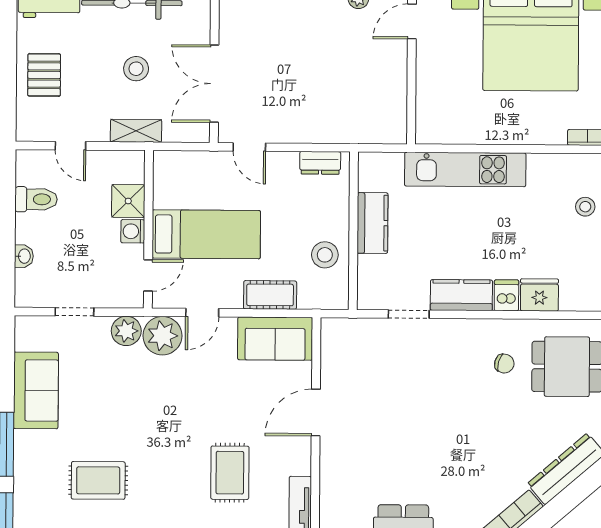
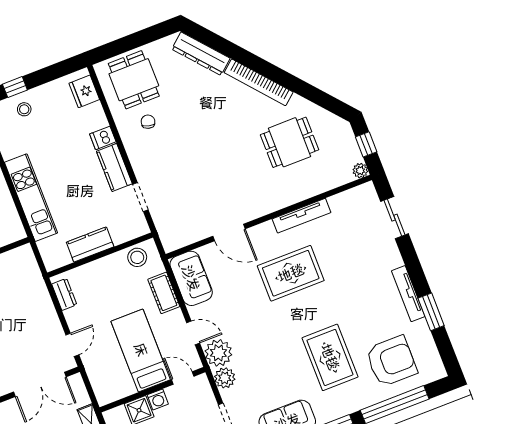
stool: (325, 255) -> (137, 257), moved
fridge: (539, 295) -> (84, 91), moved
rug: (230, 473) -> (291, 273), width x1.36, depth x1.43
rug: (98, 480) -> (330, 357), width x1.36, depth x1.43

